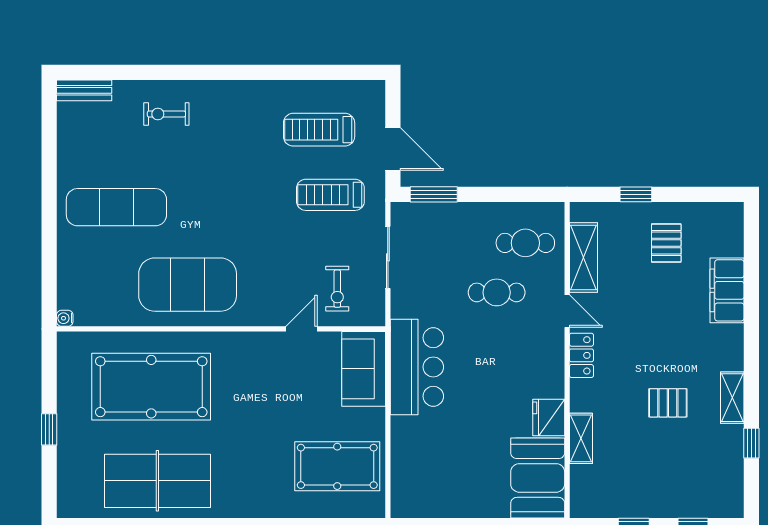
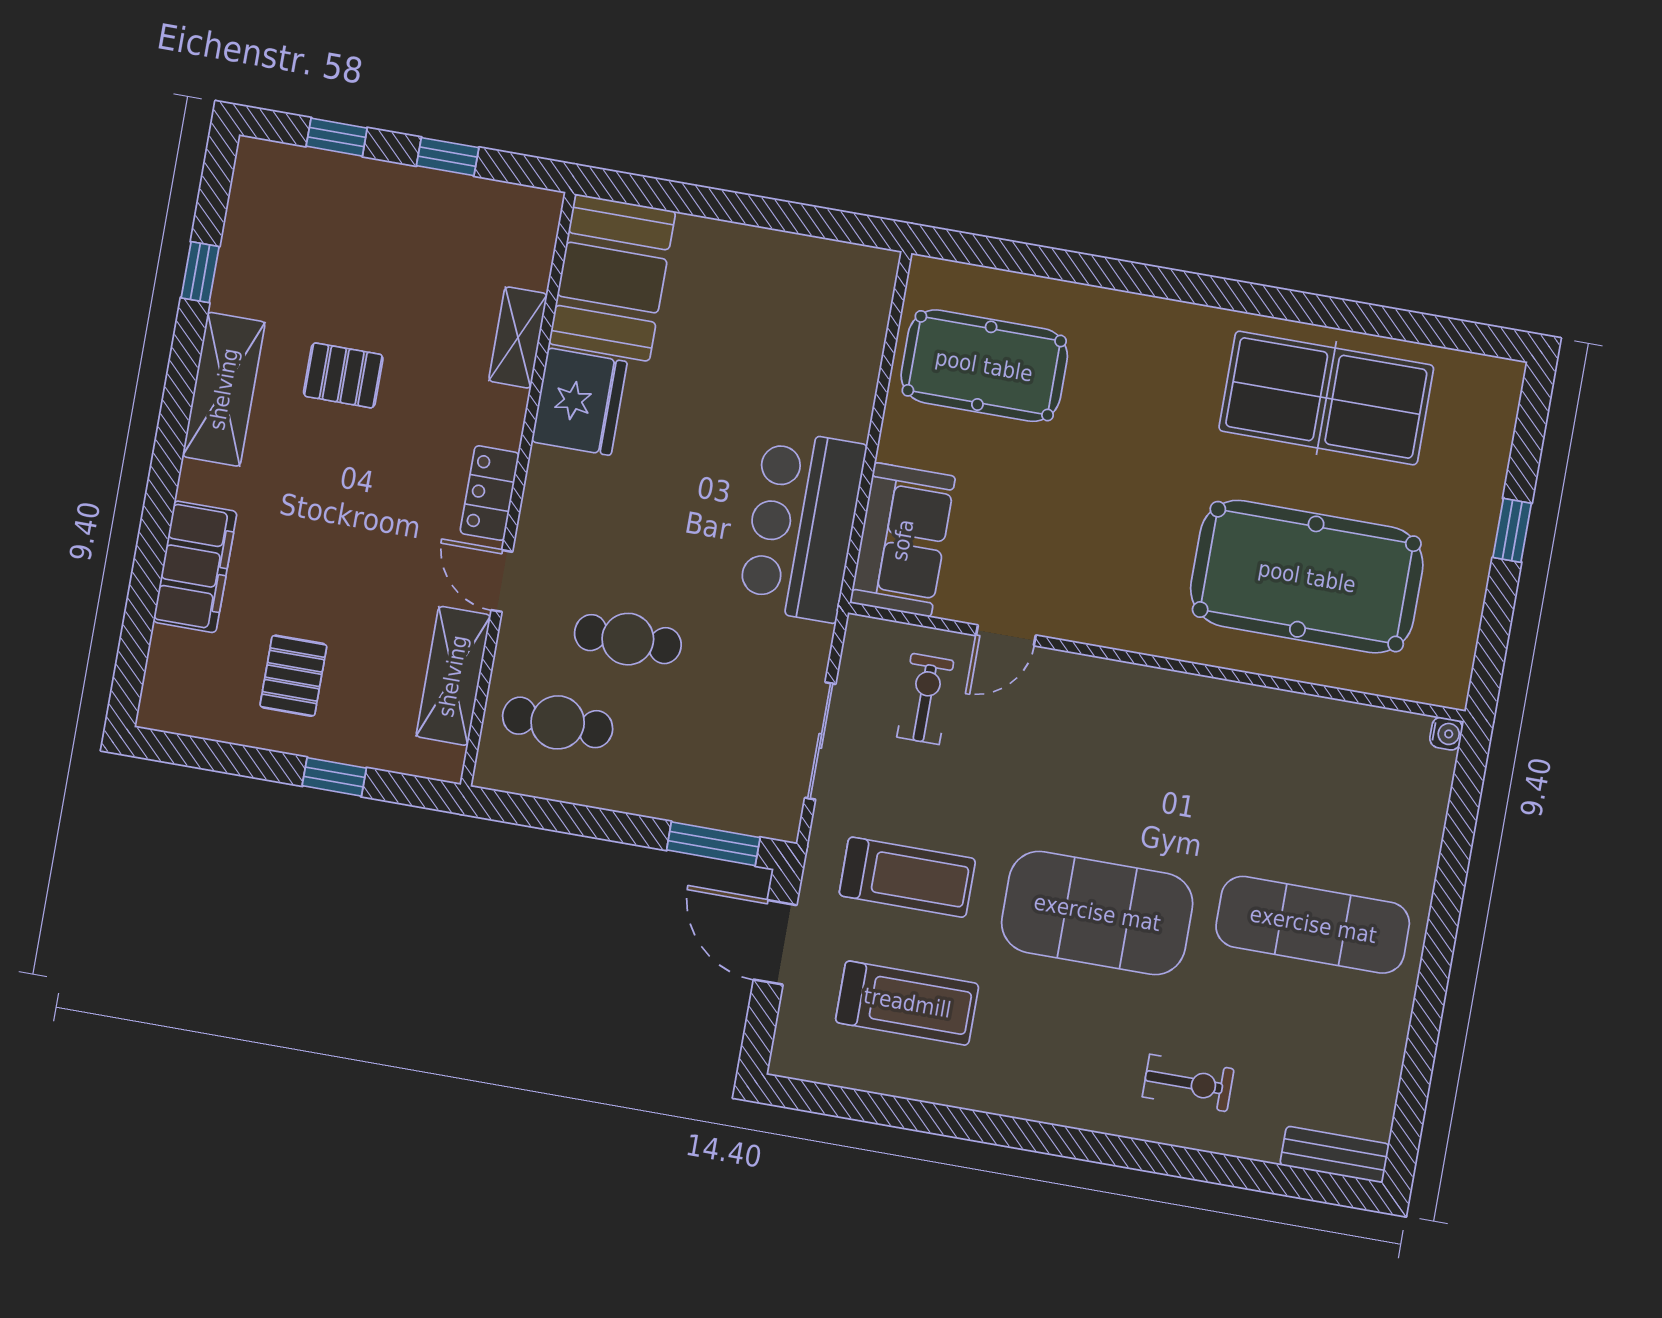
exercise mat: (188, 285) -> (1097, 913), moved
shelving: (732, 398) -> (224, 389), width x1.50, depth x1.33
fridge: (549, 417) -> (579, 402), width x1.36, depth x1.34

